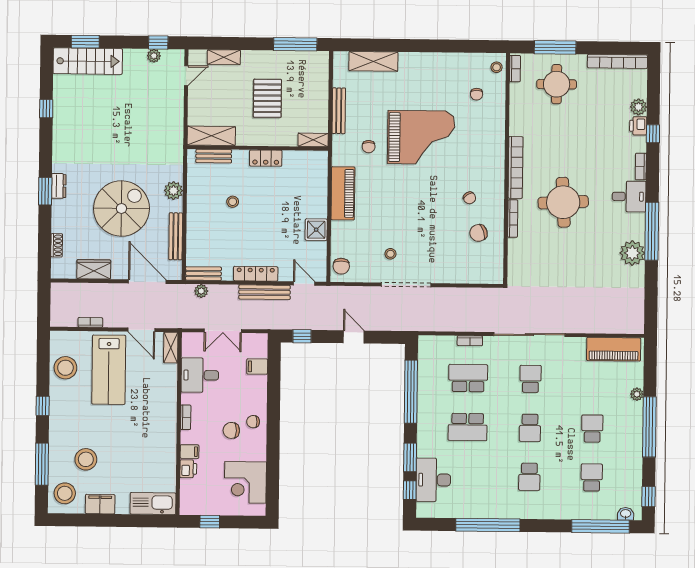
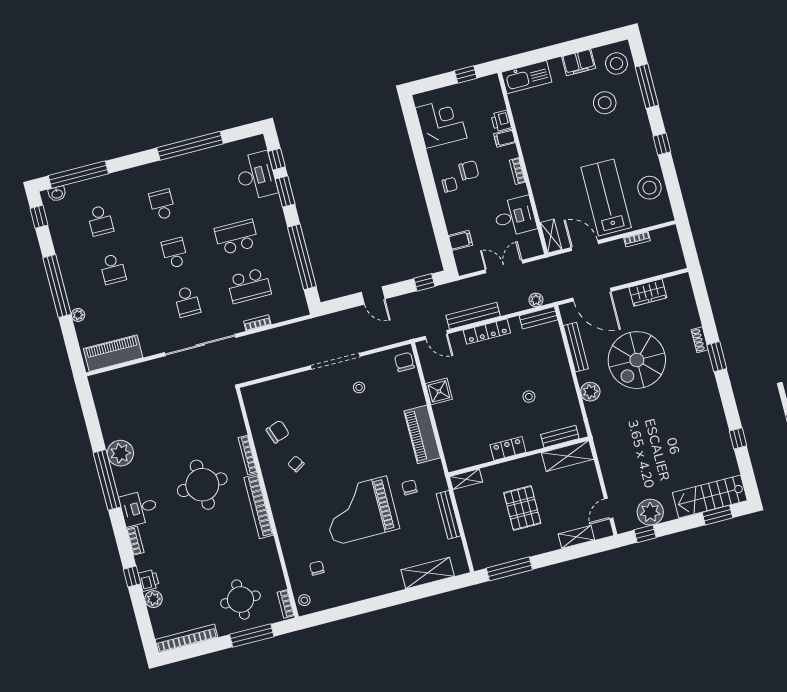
plant: (154, 56) -> (650, 512), width x1.87, depth x1.87
dresser: (59, 186) -> (705, 365), removed
shoe rack: (57, 245) -> (700, 340), moved

